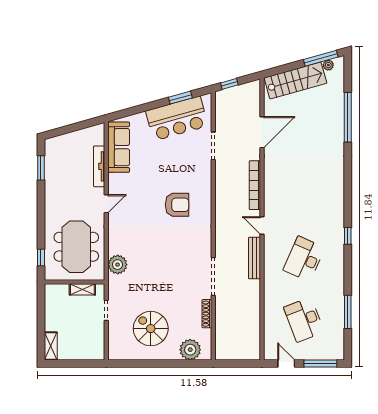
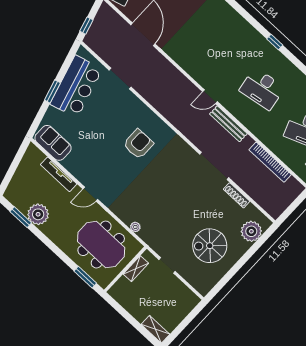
window: (180, 98) -> (52, 91), moved
sofa: (119, 147) -> (53, 143), width x0.73
plant: (55, 179) -> (38, 214), added
bookcase: (255, 185) -> (270, 162), moved
door: (106, 204) -> (90, 194), swing flipped
window: (41, 258) -> (85, 277), width x1.50
desk: (304, 259) -> (262, 89), turned -33
plant: (118, 265) -> (135, 227), width x0.53, depth x0.53

